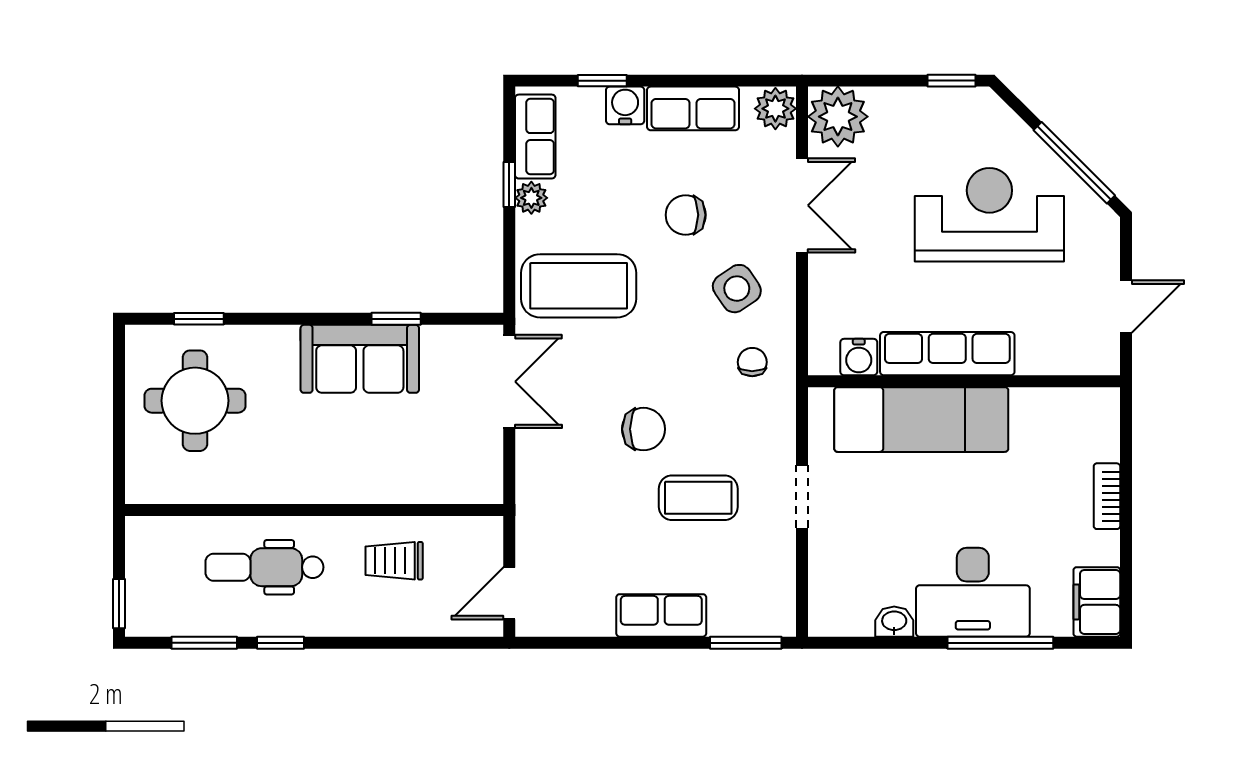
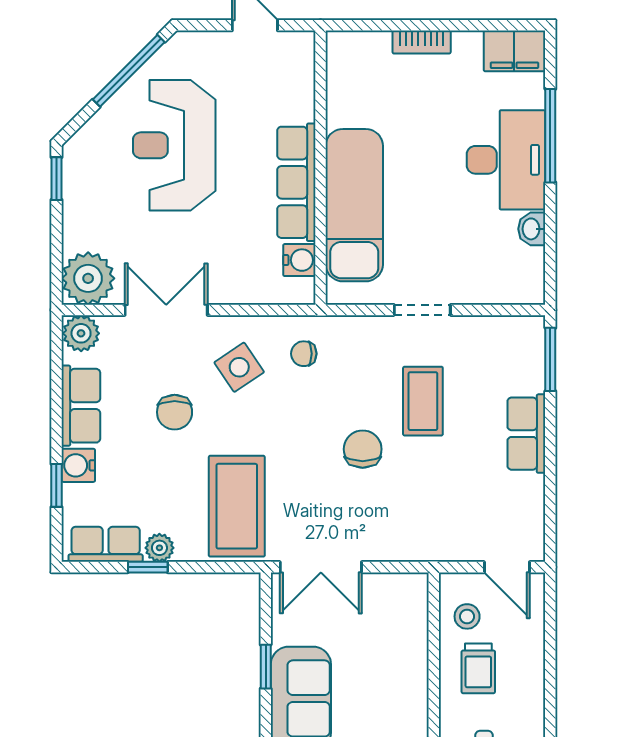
double door: (509, 382) -> (321, 567), swing flipped
stool: (453, 548) -> (467, 616), added

